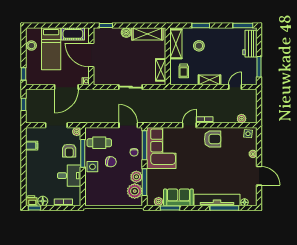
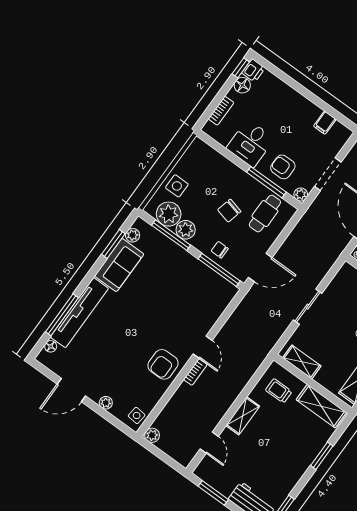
stool: (199, 46) -> (297, 434), removed
plant: (242, 119) -> (152, 435), moved
corner sofa: (161, 148) -> (200, 289), removed
side table: (92, 167) -> (177, 186), moved

